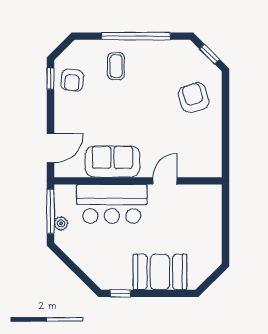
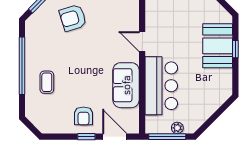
coffee table: (116, 66) -> (47, 82), turned 90
window: (50, 79) -> (86, 137), moved
armchair: (72, 80) -> (83, 116), moved, turned 84
window: (120, 293) -> (235, 49), moved

